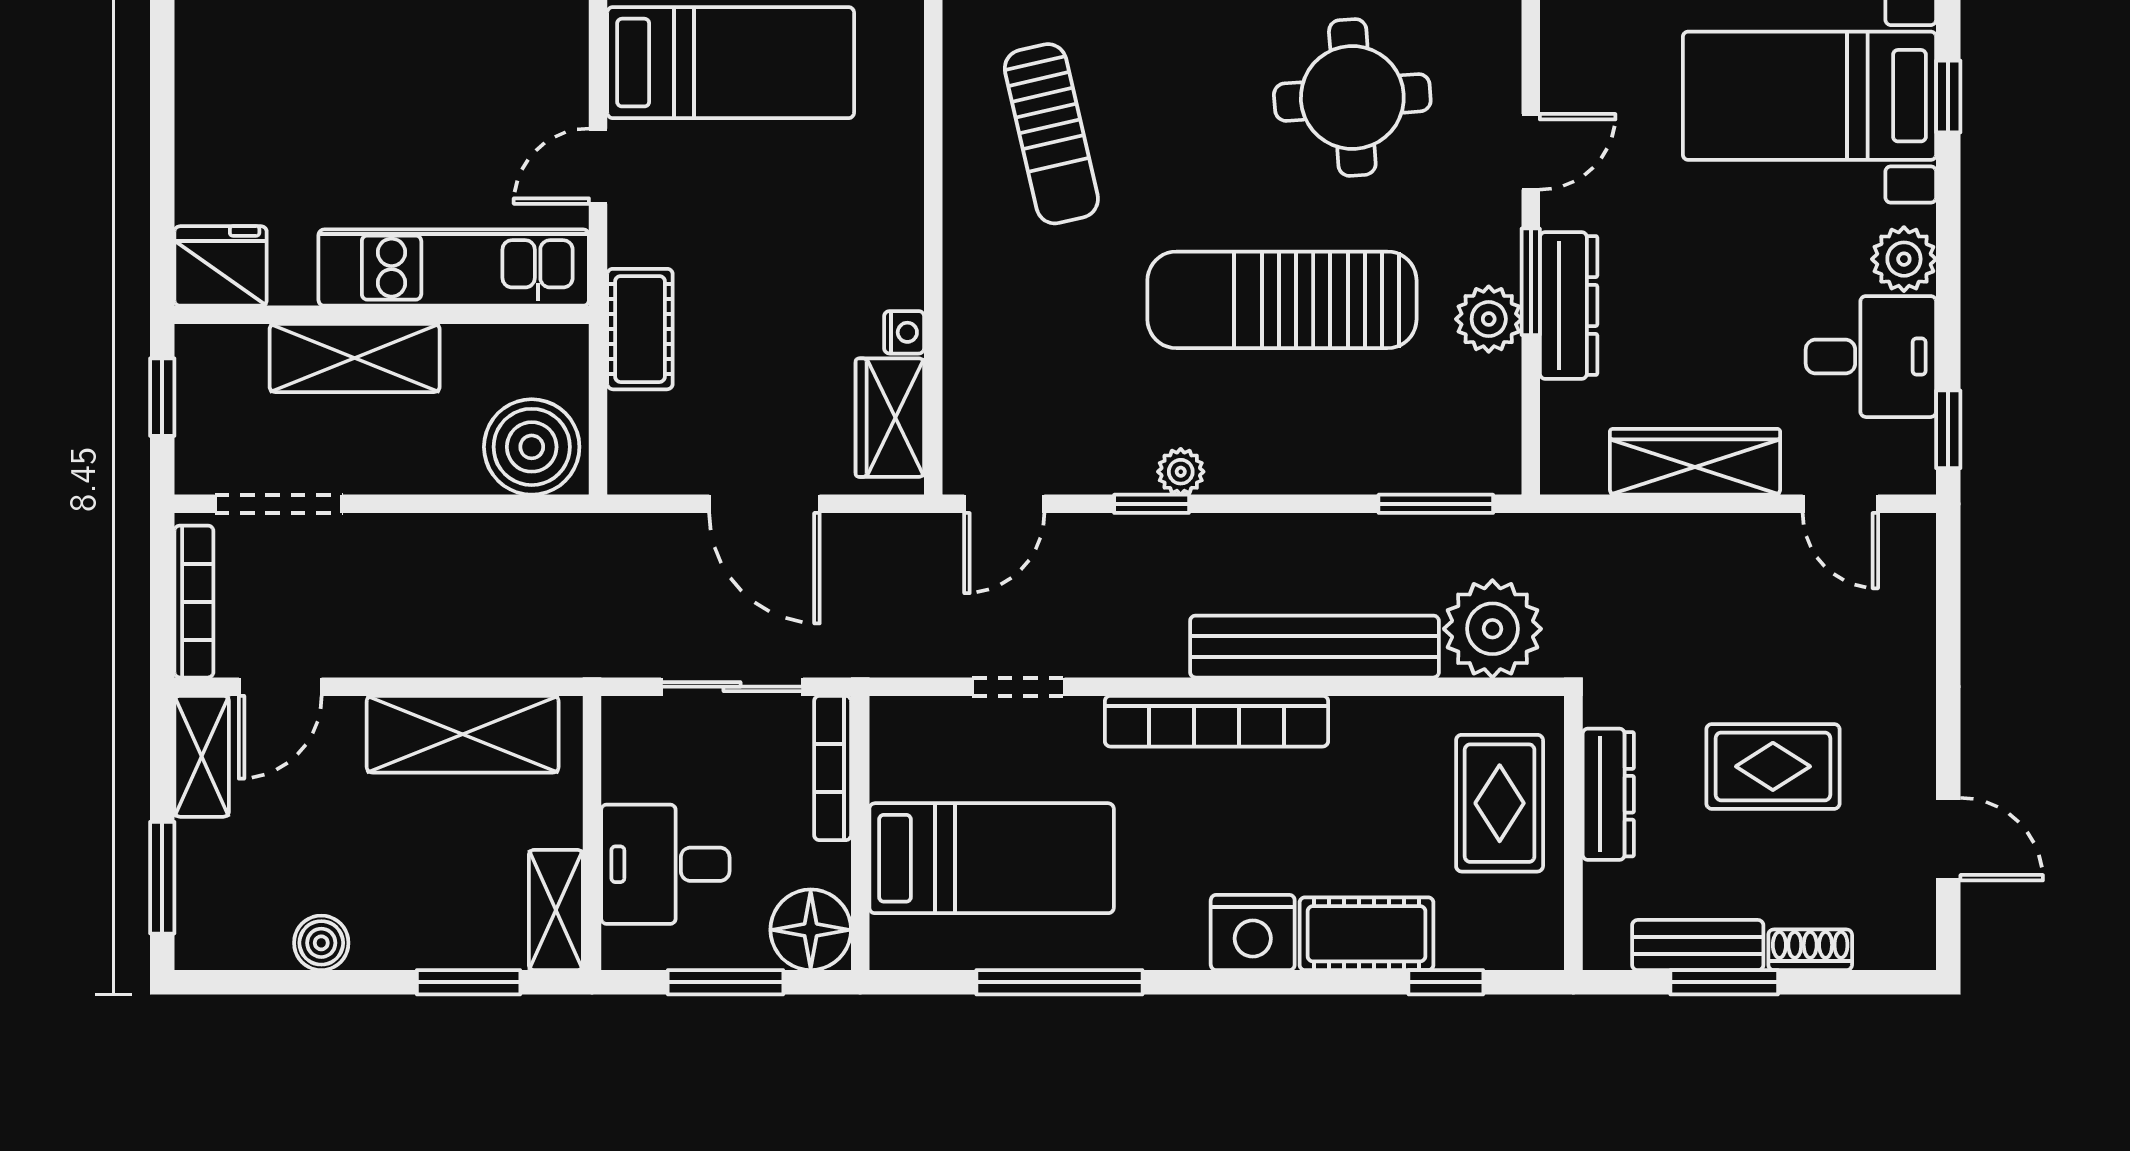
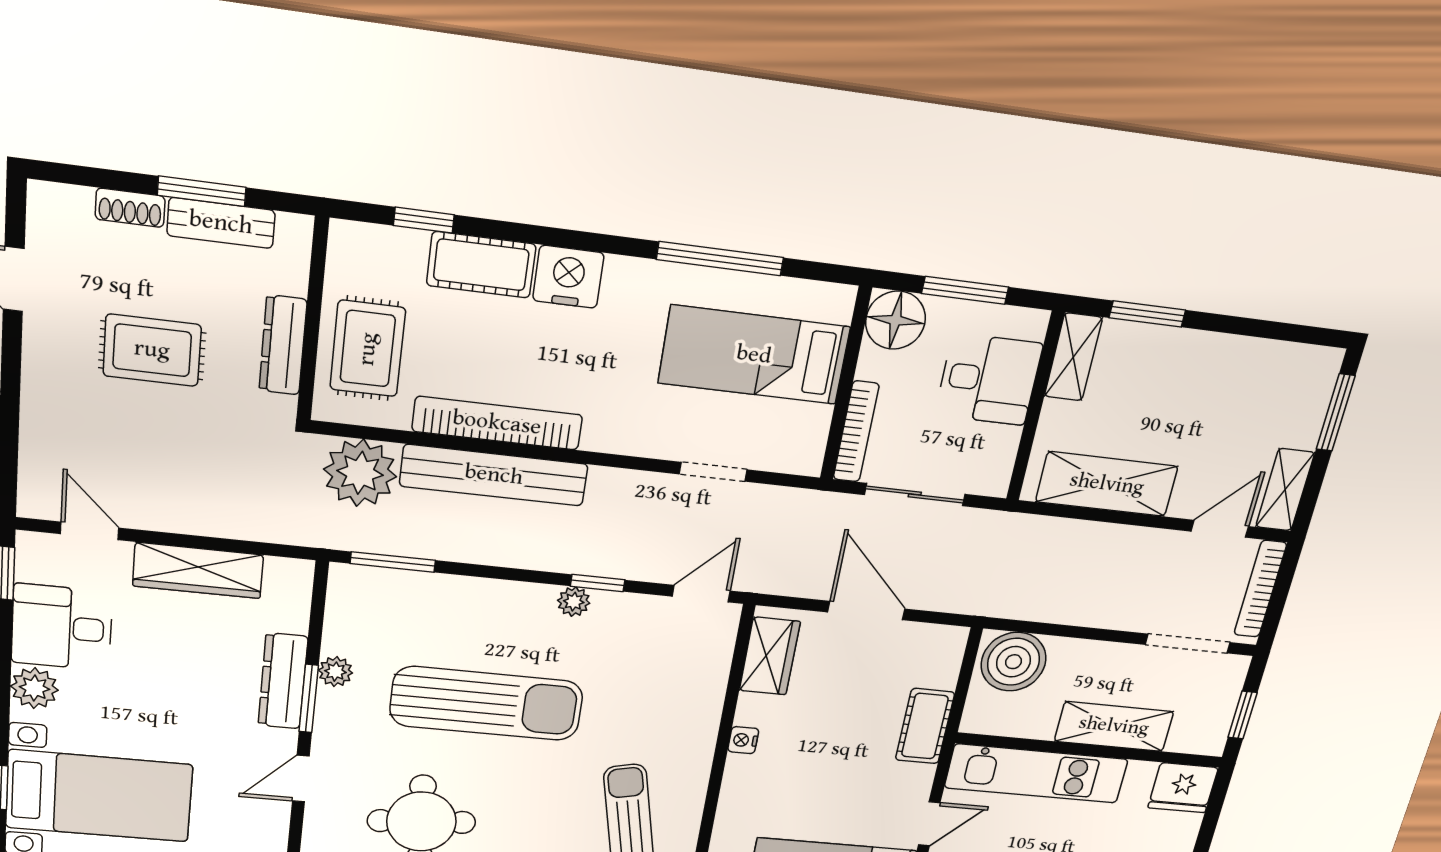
plant: (1489, 319) -> (335, 672), width x0.73, depth x0.73
nightstand: (904, 332) -> (743, 740), moved
bookcase: (1217, 721) -> (497, 423), moved
boiler: (321, 943) -> (1241, 355), removed

